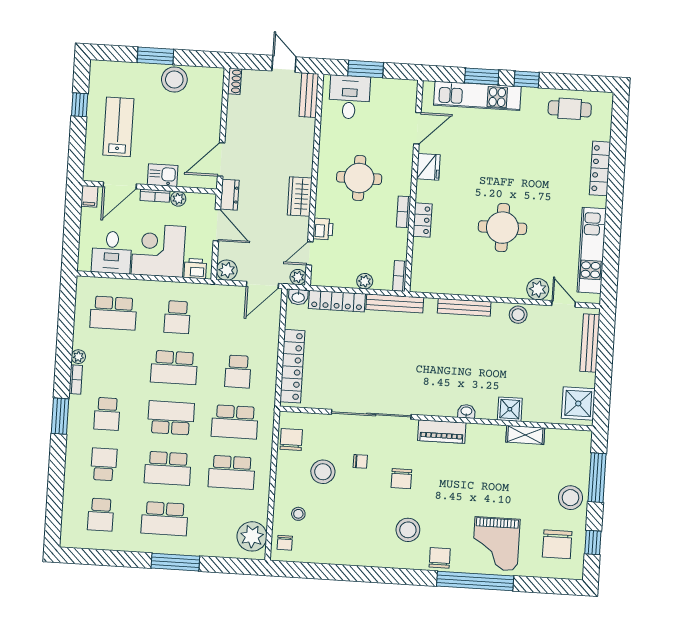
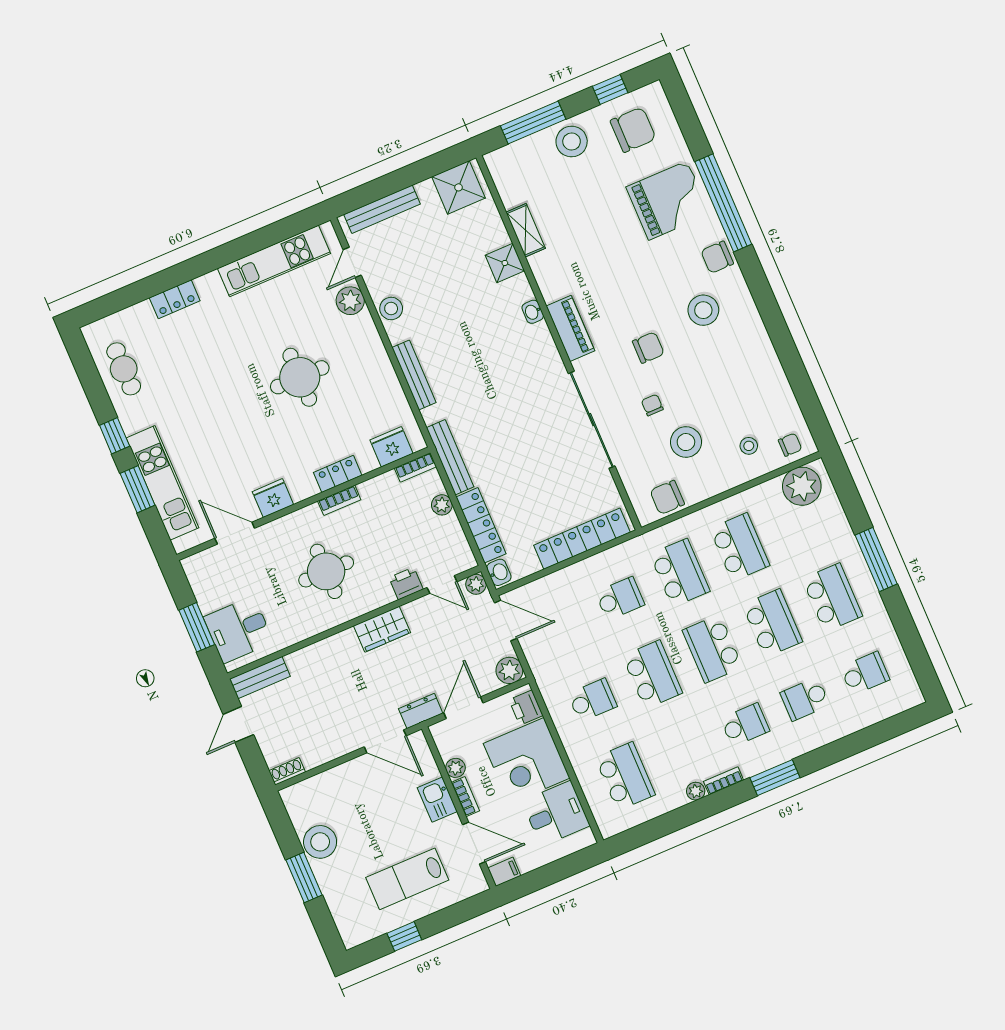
locker: (600, 168) -> (175, 299), width x0.66
fridge: (422, 267) -> (391, 447), added

